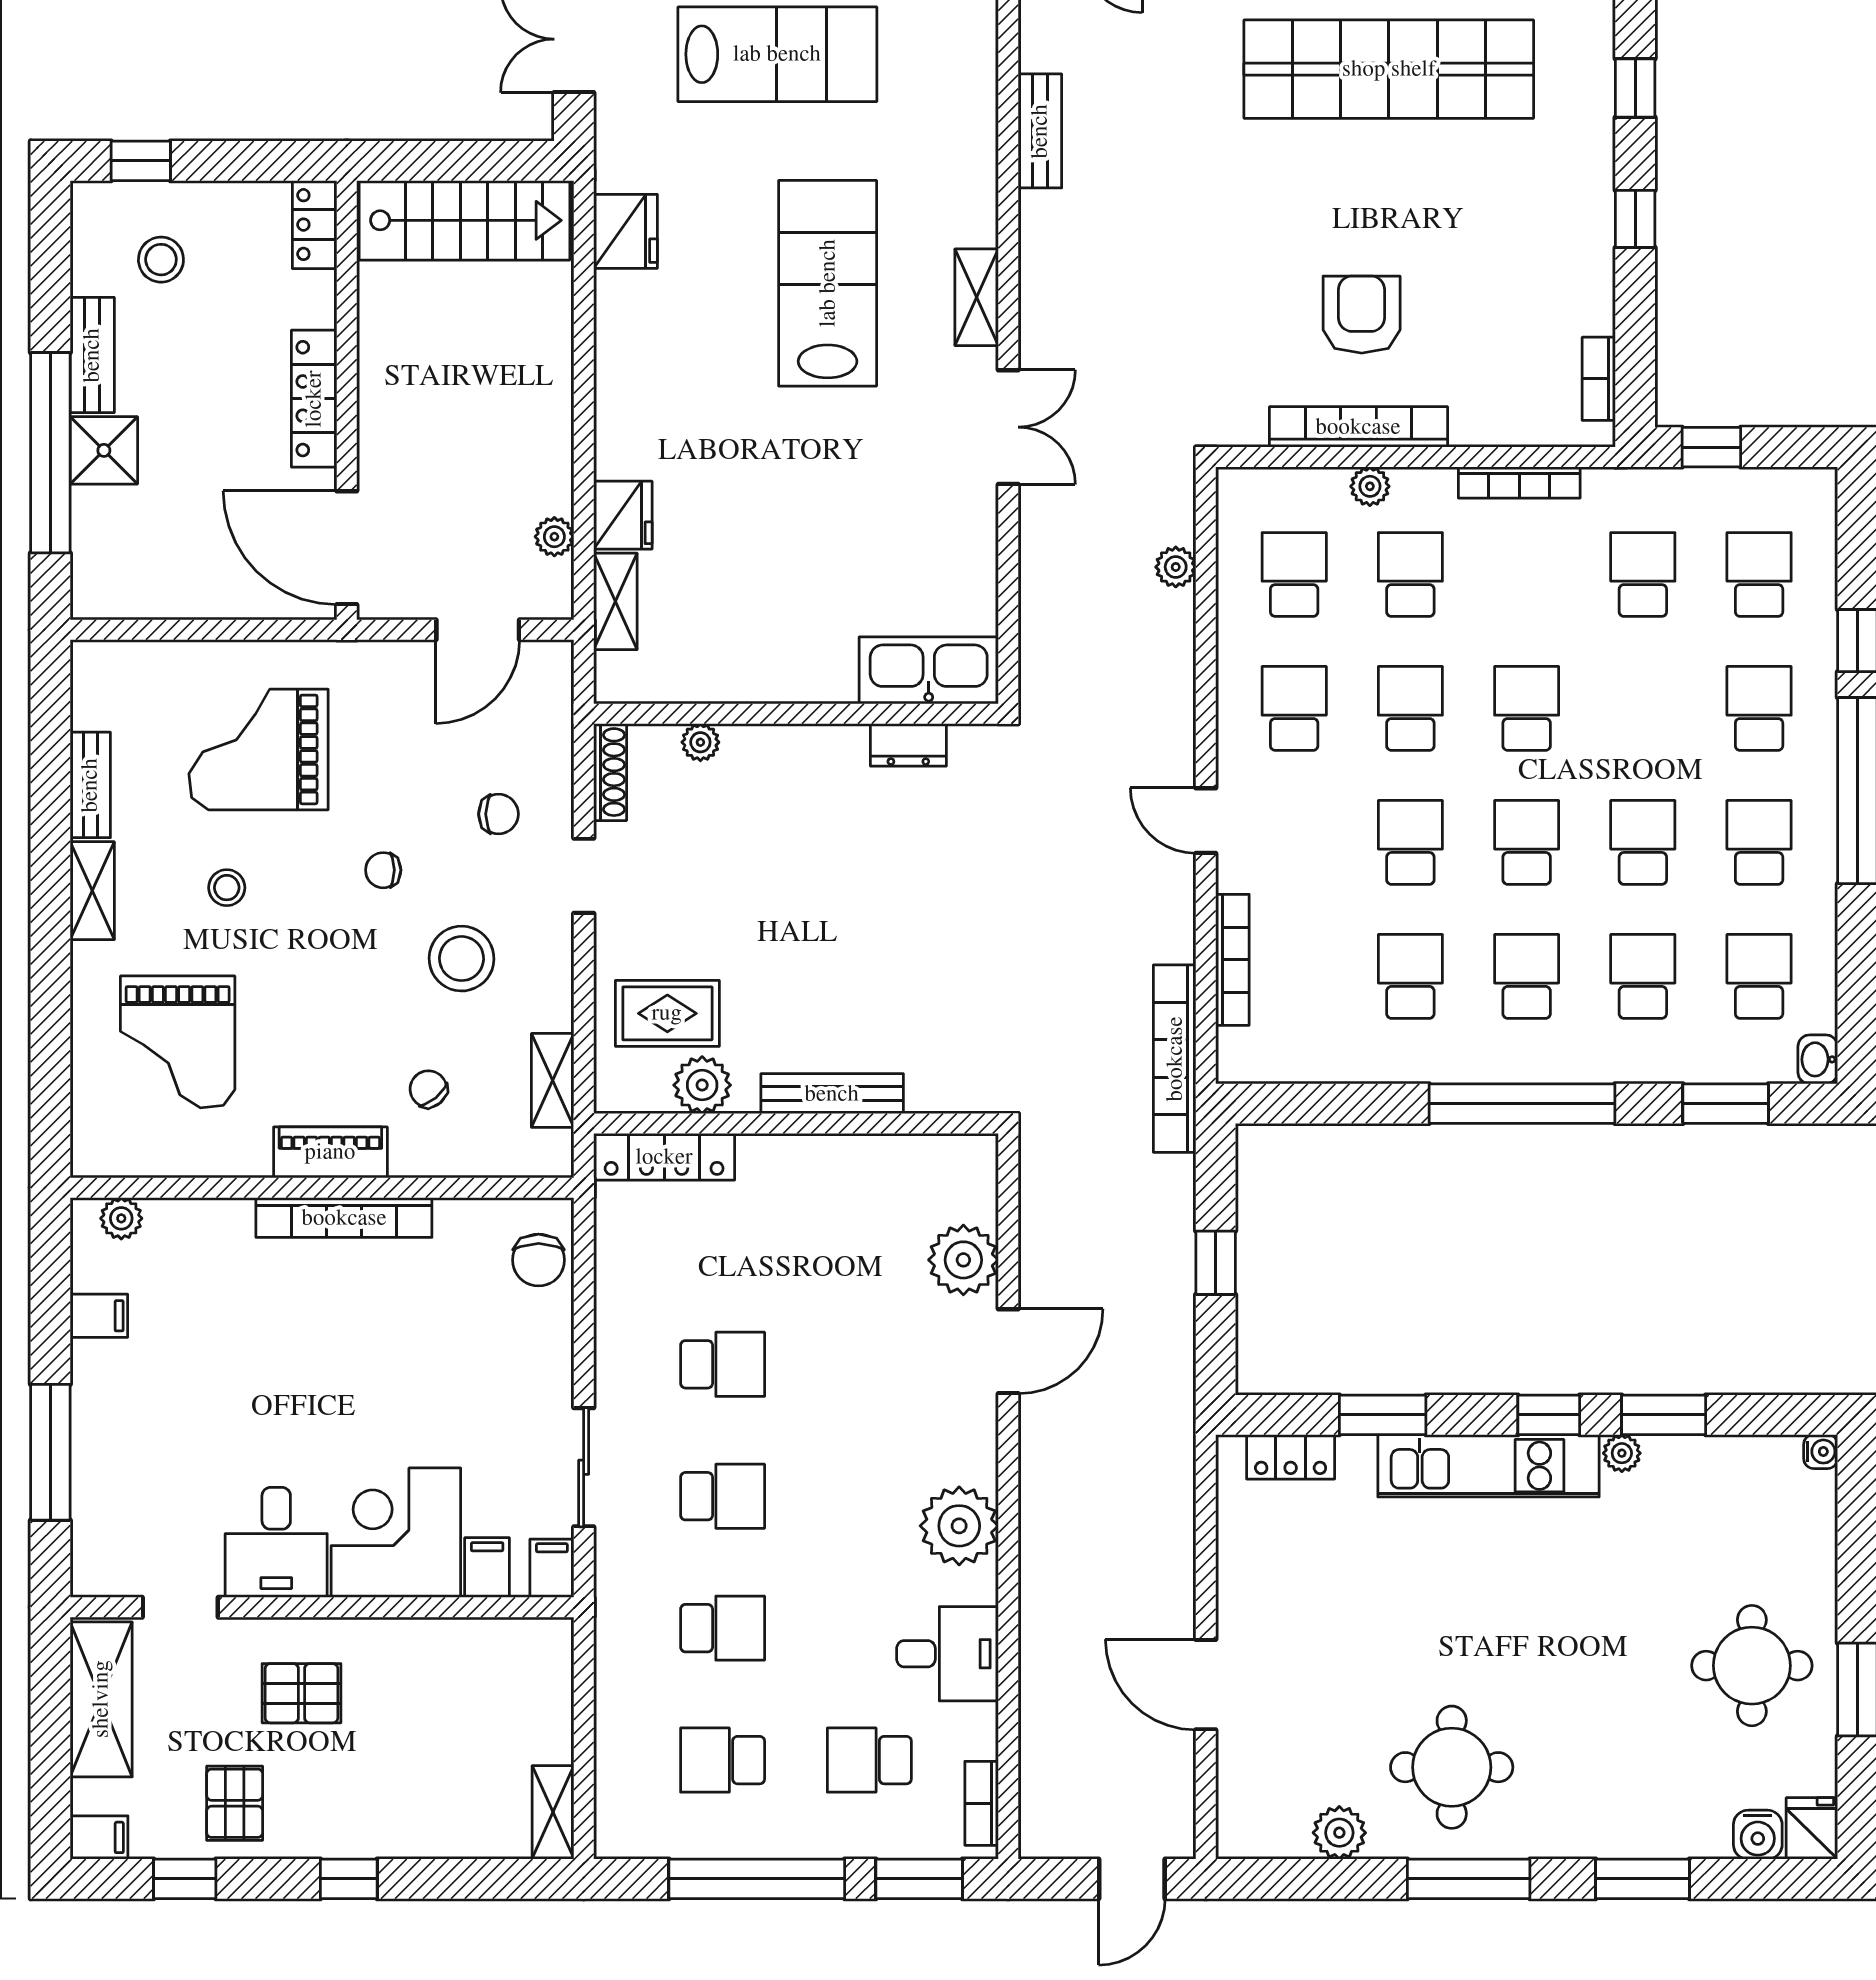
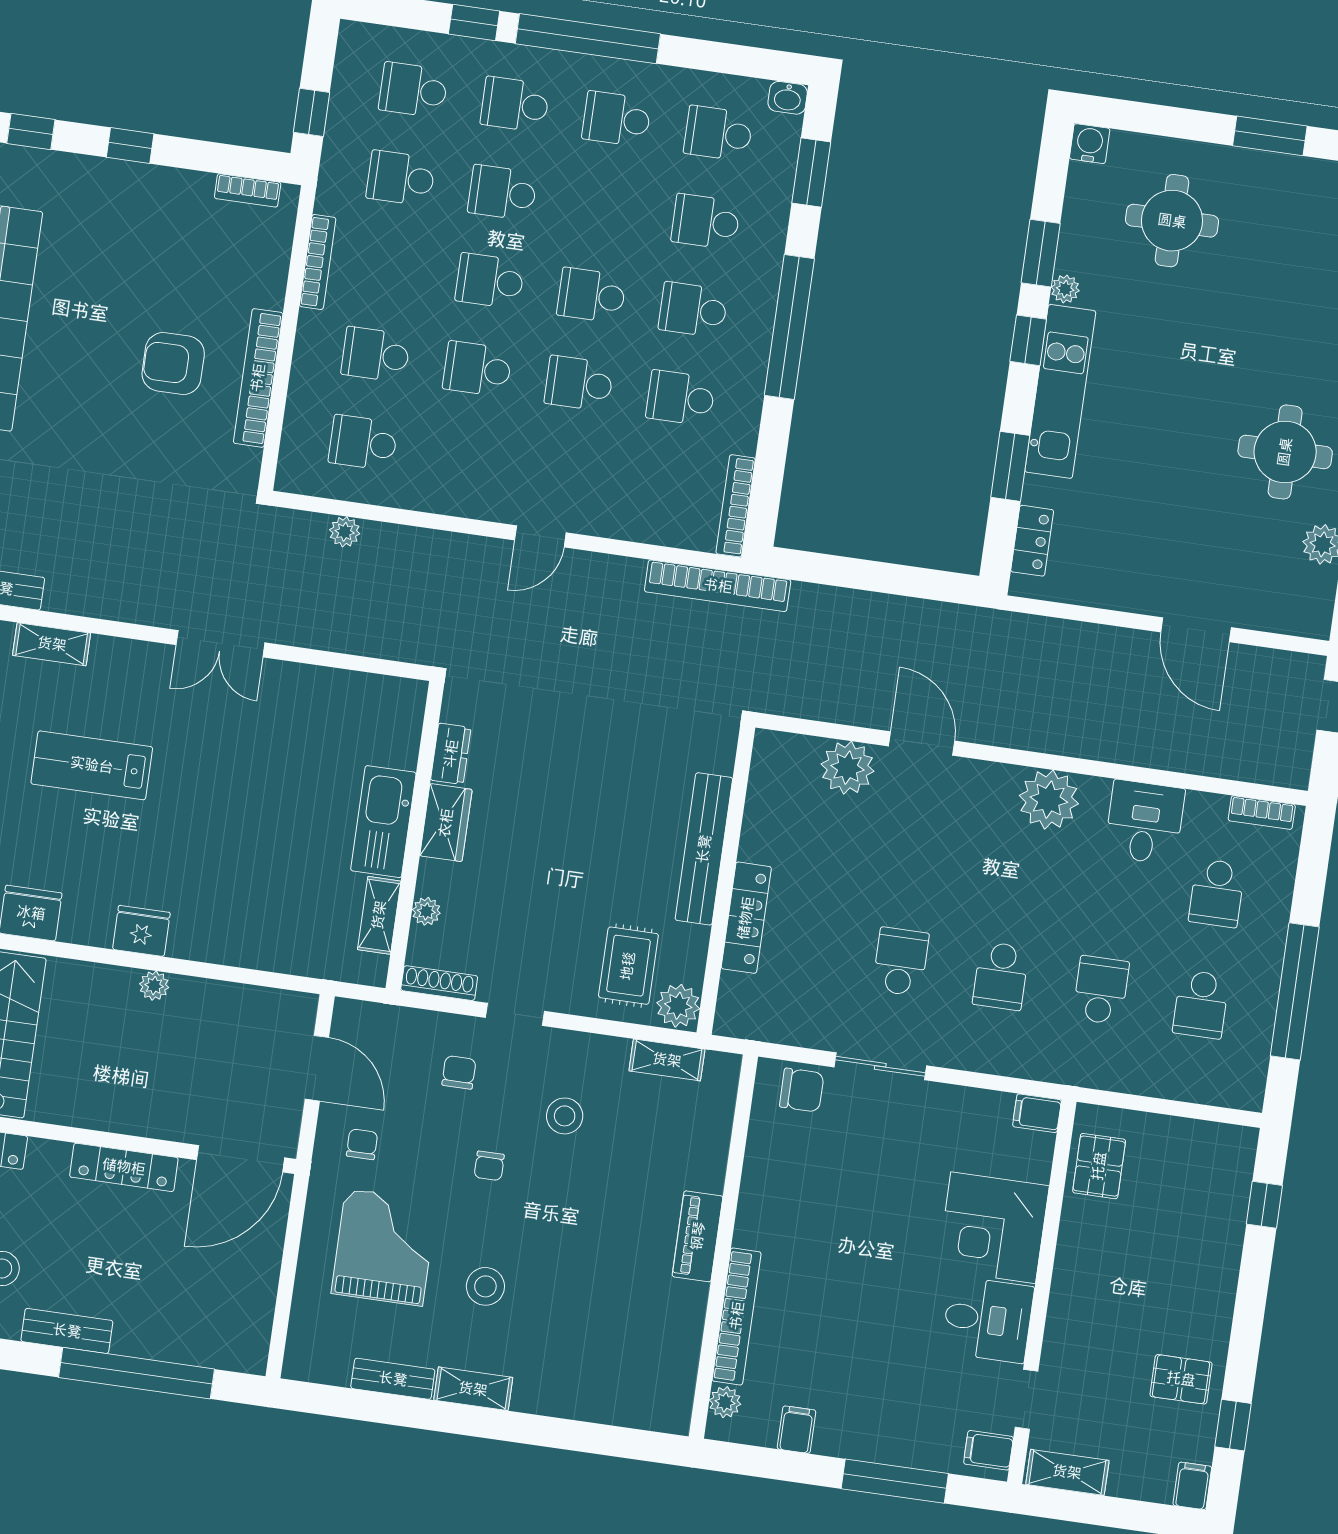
lab bench: (828, 283) -> (92, 765), width x0.73, depth x0.72
shelving: (977, 297) -> (52, 644), moved
double door: (1008, 427) -> (220, 644), swing flipped
shower: (104, 450) -> (140, 1332), removed
plant: (1370, 486) -> (304, 376), removed
fridge: (623, 515) -> (141, 931), moved
plant: (554, 537) -> (154, 986), moved
shelving: (615, 601) -> (379, 915), moved, turned 90
kitchen sink: (929, 670) -> (383, 822), moved
school desk: (1294, 708) -> (465, 457), removed
grand piano: (259, 749) -> (384, 1247), turned 180
wardrobe: (819, 751) -> (446, 823), added
school desk: (1643, 842) -> (502, 193), moved
stool: (227, 888) -> (485, 1286), width x1.37, depth x1.37
stool: (462, 959) -> (565, 1116), width x0.73, depth x0.73
bookcase: (1232, 960) -> (736, 506), moved, turned -90
grand piano: (178, 1042) -> (597, 1340), removed
plant: (702, 1085) -> (678, 1006), moved
chair: (428, 1089) -> (362, 1144), moved, turned 130
bench: (832, 1094) -> (704, 849), width x1.37, depth x1.21
locker: (664, 1157) -> (746, 918), moved
bookcase: (344, 1218) -> (737, 1316), moved
window: (1216, 1263) -> (877, 577), removed
water cooler: (1821, 1452) -> (1090, 144), width x1.38, depth x1.38
sliding door: (584, 1467) -> (880, 1066), moved
school desk: (723, 1496) -> (1001, 976), turned 180
filing cabinet: (487, 1568) -> (988, 1450), moved
round table: (1752, 1666) -> (1172, 221), moved
door: (1206, 1685) -> (1196, 630), hinge flipped
pallet: (301, 1693) -> (1099, 1166), moved
shelving: (101, 1699) -> (1067, 1472), width x0.67, depth x0.75
shelving: (553, 1812) -> (1222, 1139), removed
window: (349, 1879) -> (1264, 1205), moved
window: (919, 1879) -> (1312, 868), removed

